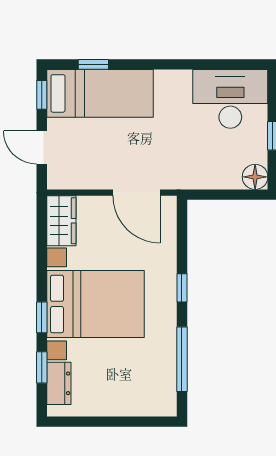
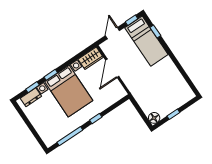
desk: (230, 99) -> (176, 90), removed
door: (136, 193) -> (112, 68), moved

